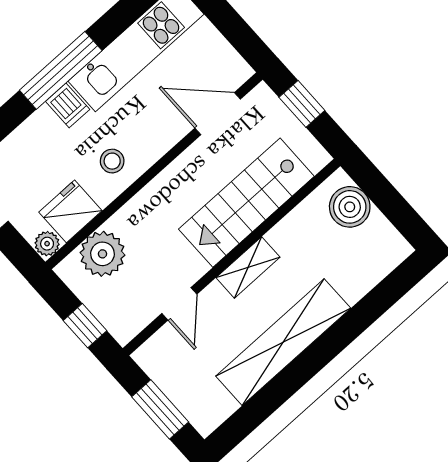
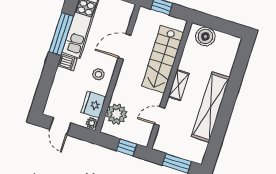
window: (61, 70) -> (61, 34), moved
door: (218, 114) -> (125, 47), moved
door: (179, 304) -> (160, 116), swing flipped

